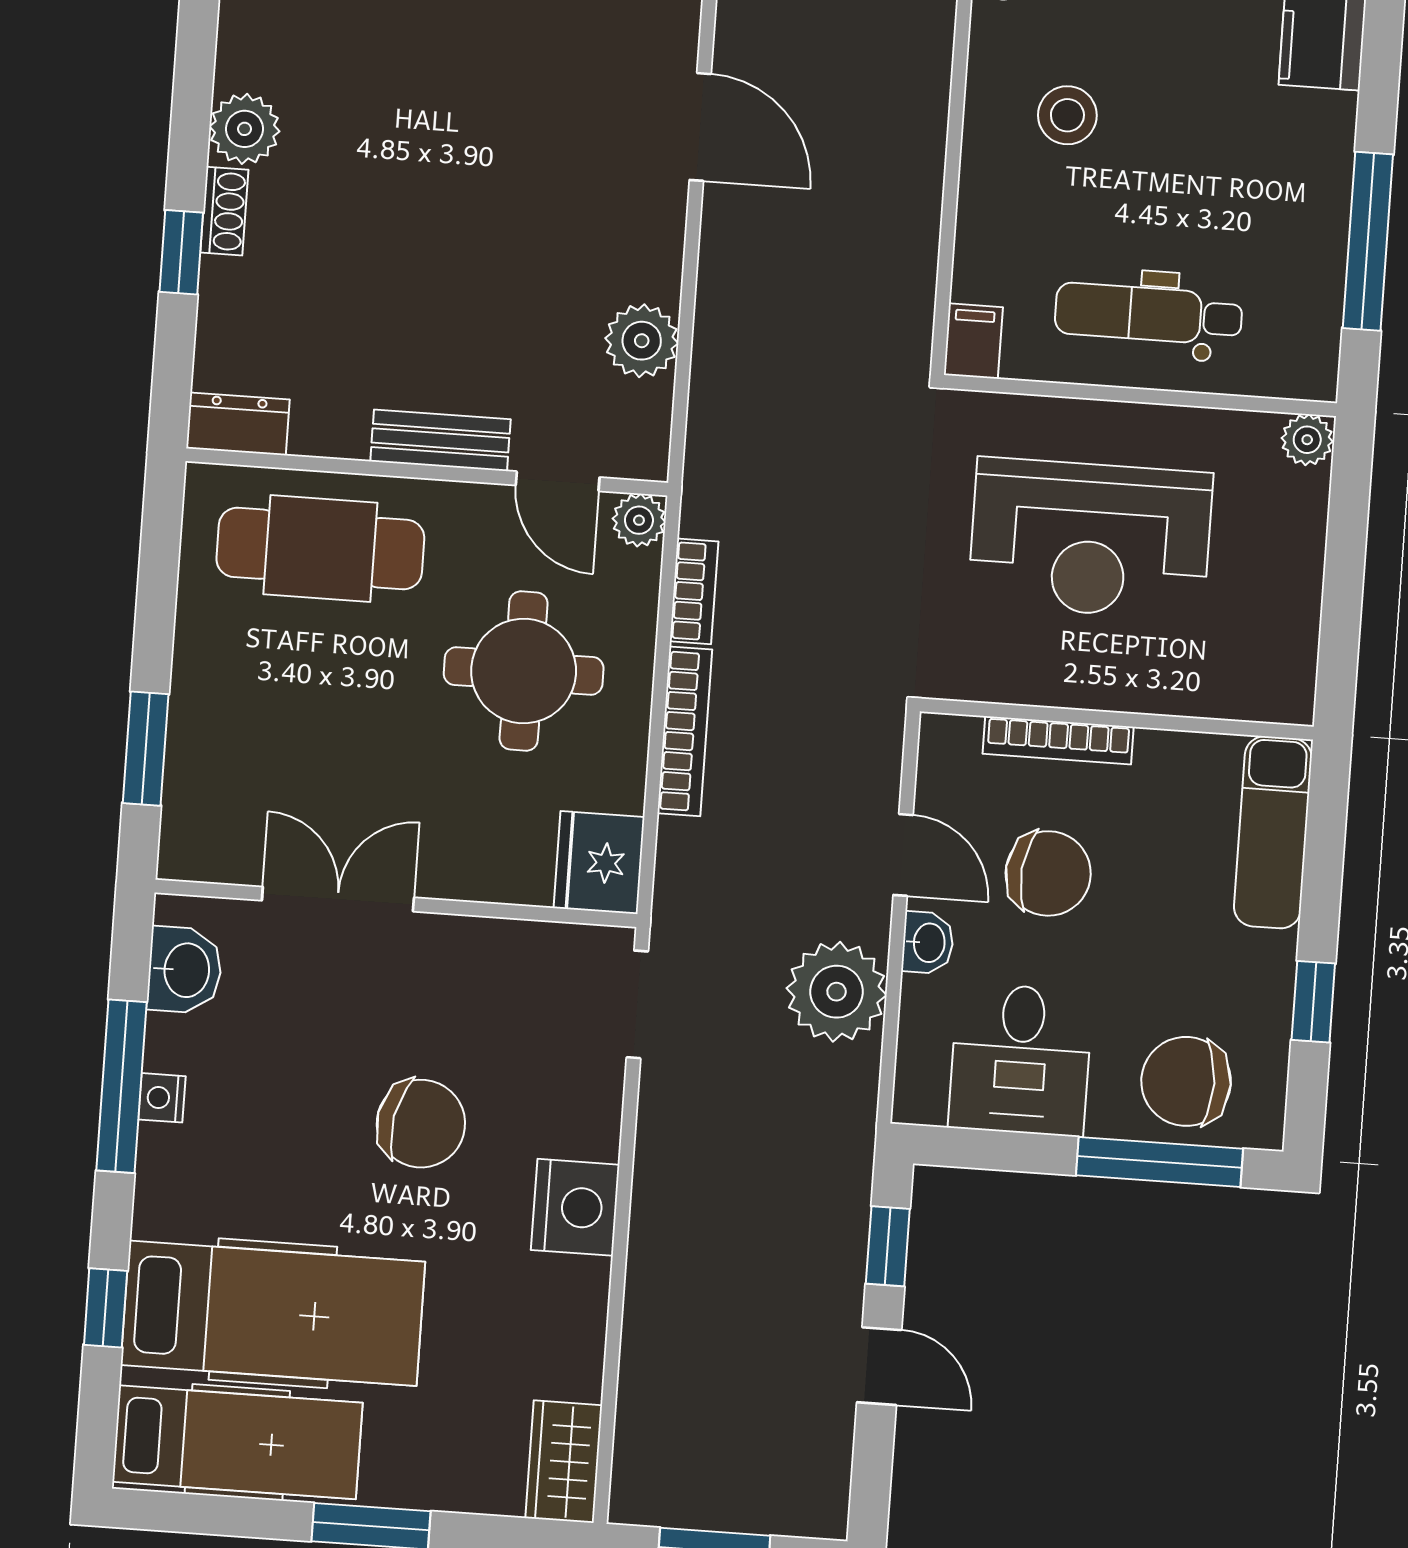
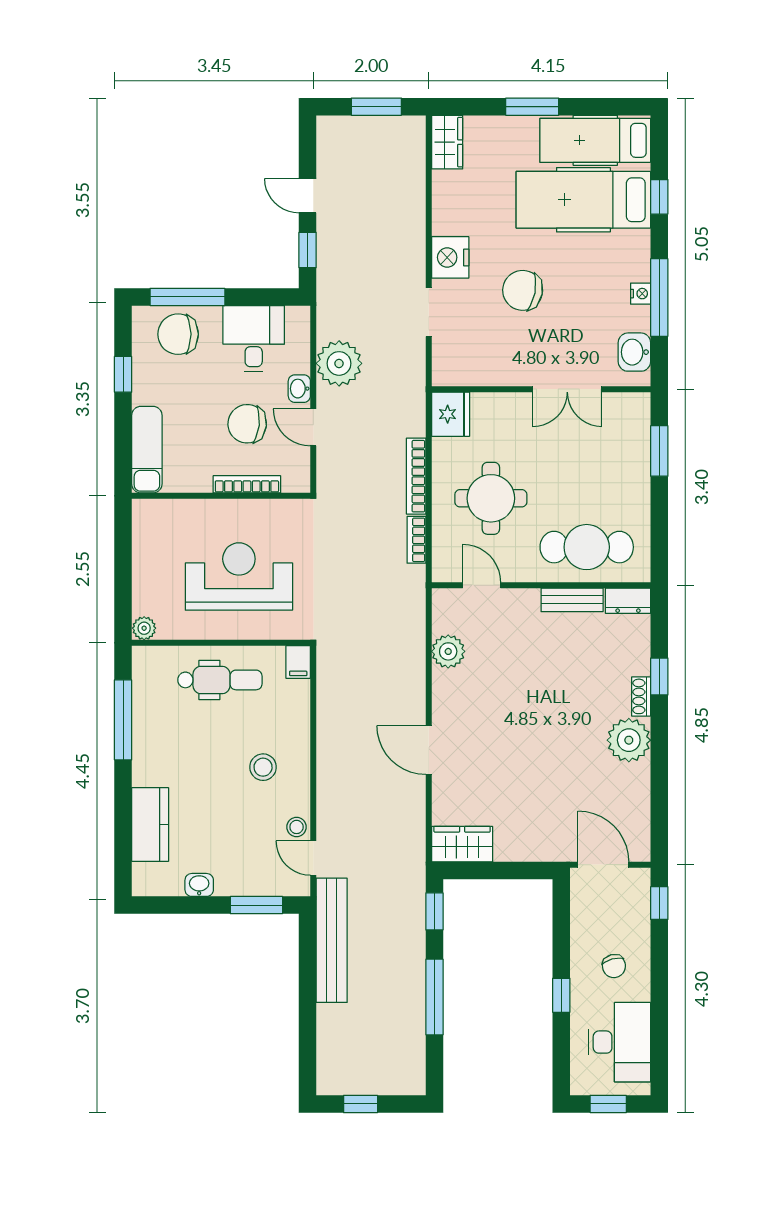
plant: (245, 129) -> (629, 740), width x1.36, depth x1.36
bench: (440, 440) -> (572, 600), moved
plant: (639, 520) -> (444, 570), removed
doorway: (637, 1004) -> (429, 312), moved
chair: (1186, 1081) -> (178, 334), turned 180

